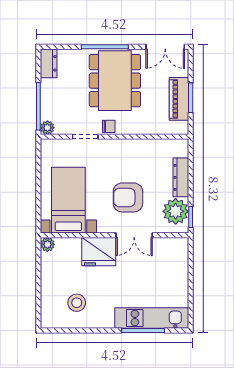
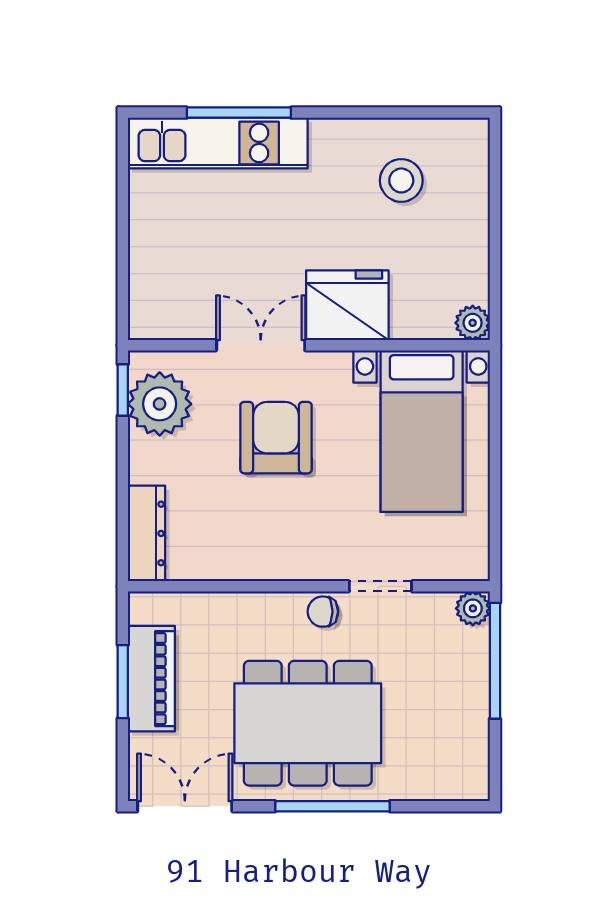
dresser: (49, 63) -> (470, 766), removed
dining table: (115, 81) -> (308, 723), turned 90
dresser: (181, 177) -> (147, 533), moved
armchair: (128, 197) -> (276, 438), turned -90

